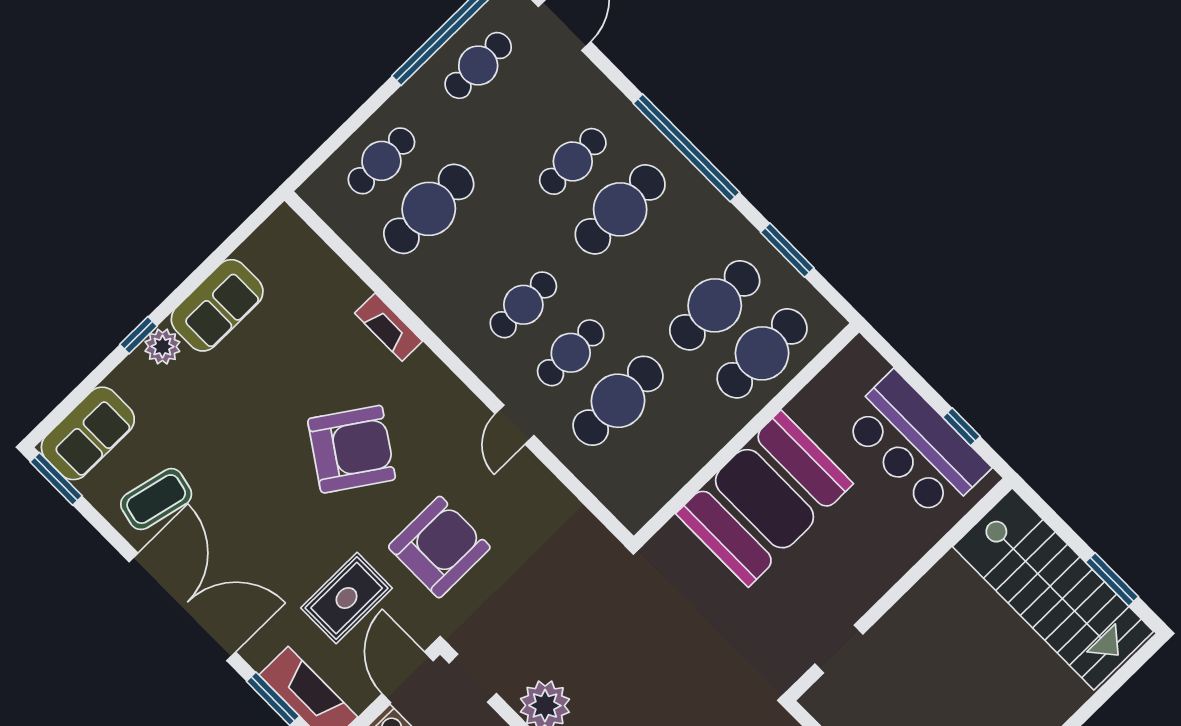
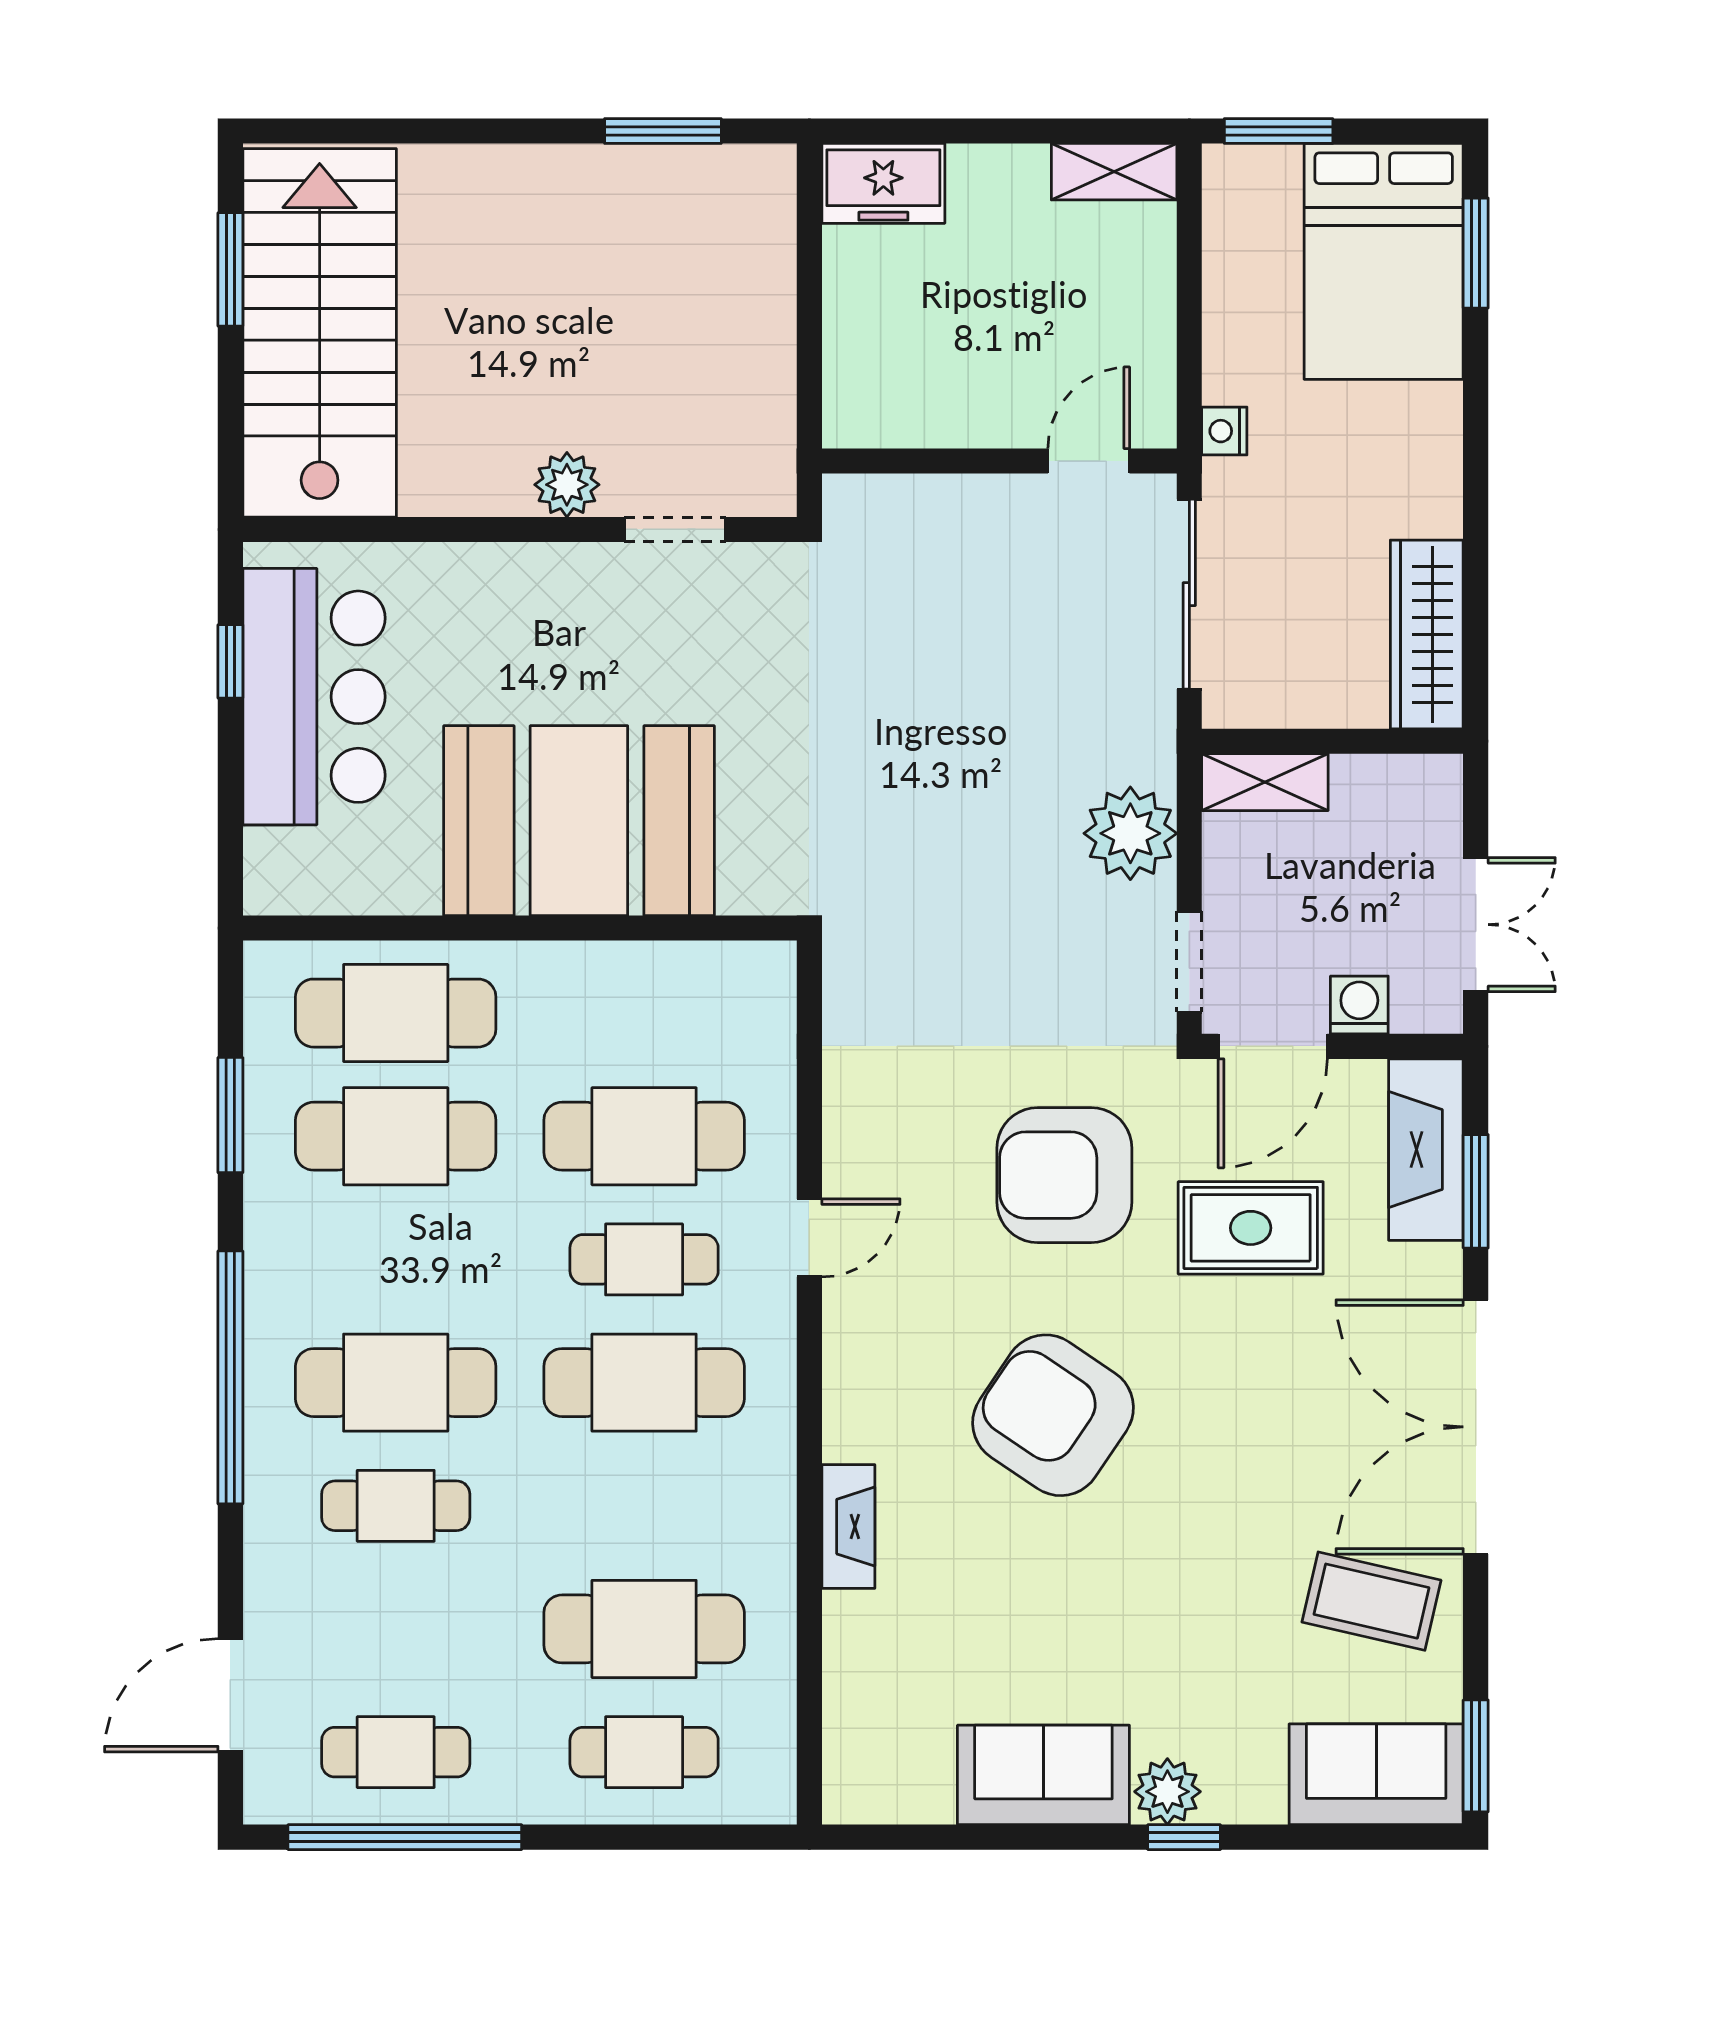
cafe table: (523, 305) -> (644, 1383), width x1.37, depth x1.35
plant: (898, 625) -> (567, 485), added

